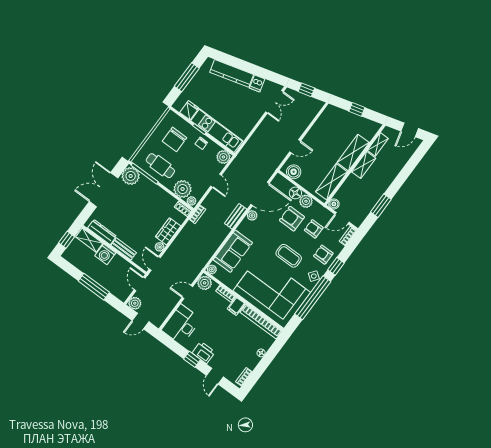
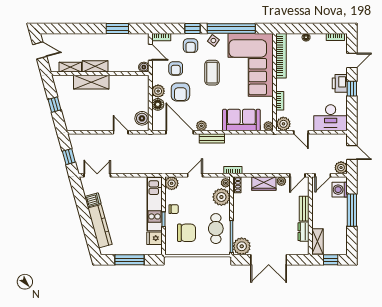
shelving: (332, 182) -> (128, 82), removed
dresser: (102, 232) -> (303, 232), width x0.70
washing machine: (105, 254) -> (340, 190), moved, turned 180
filing cabinet: (236, 306) -> (283, 85), removed

